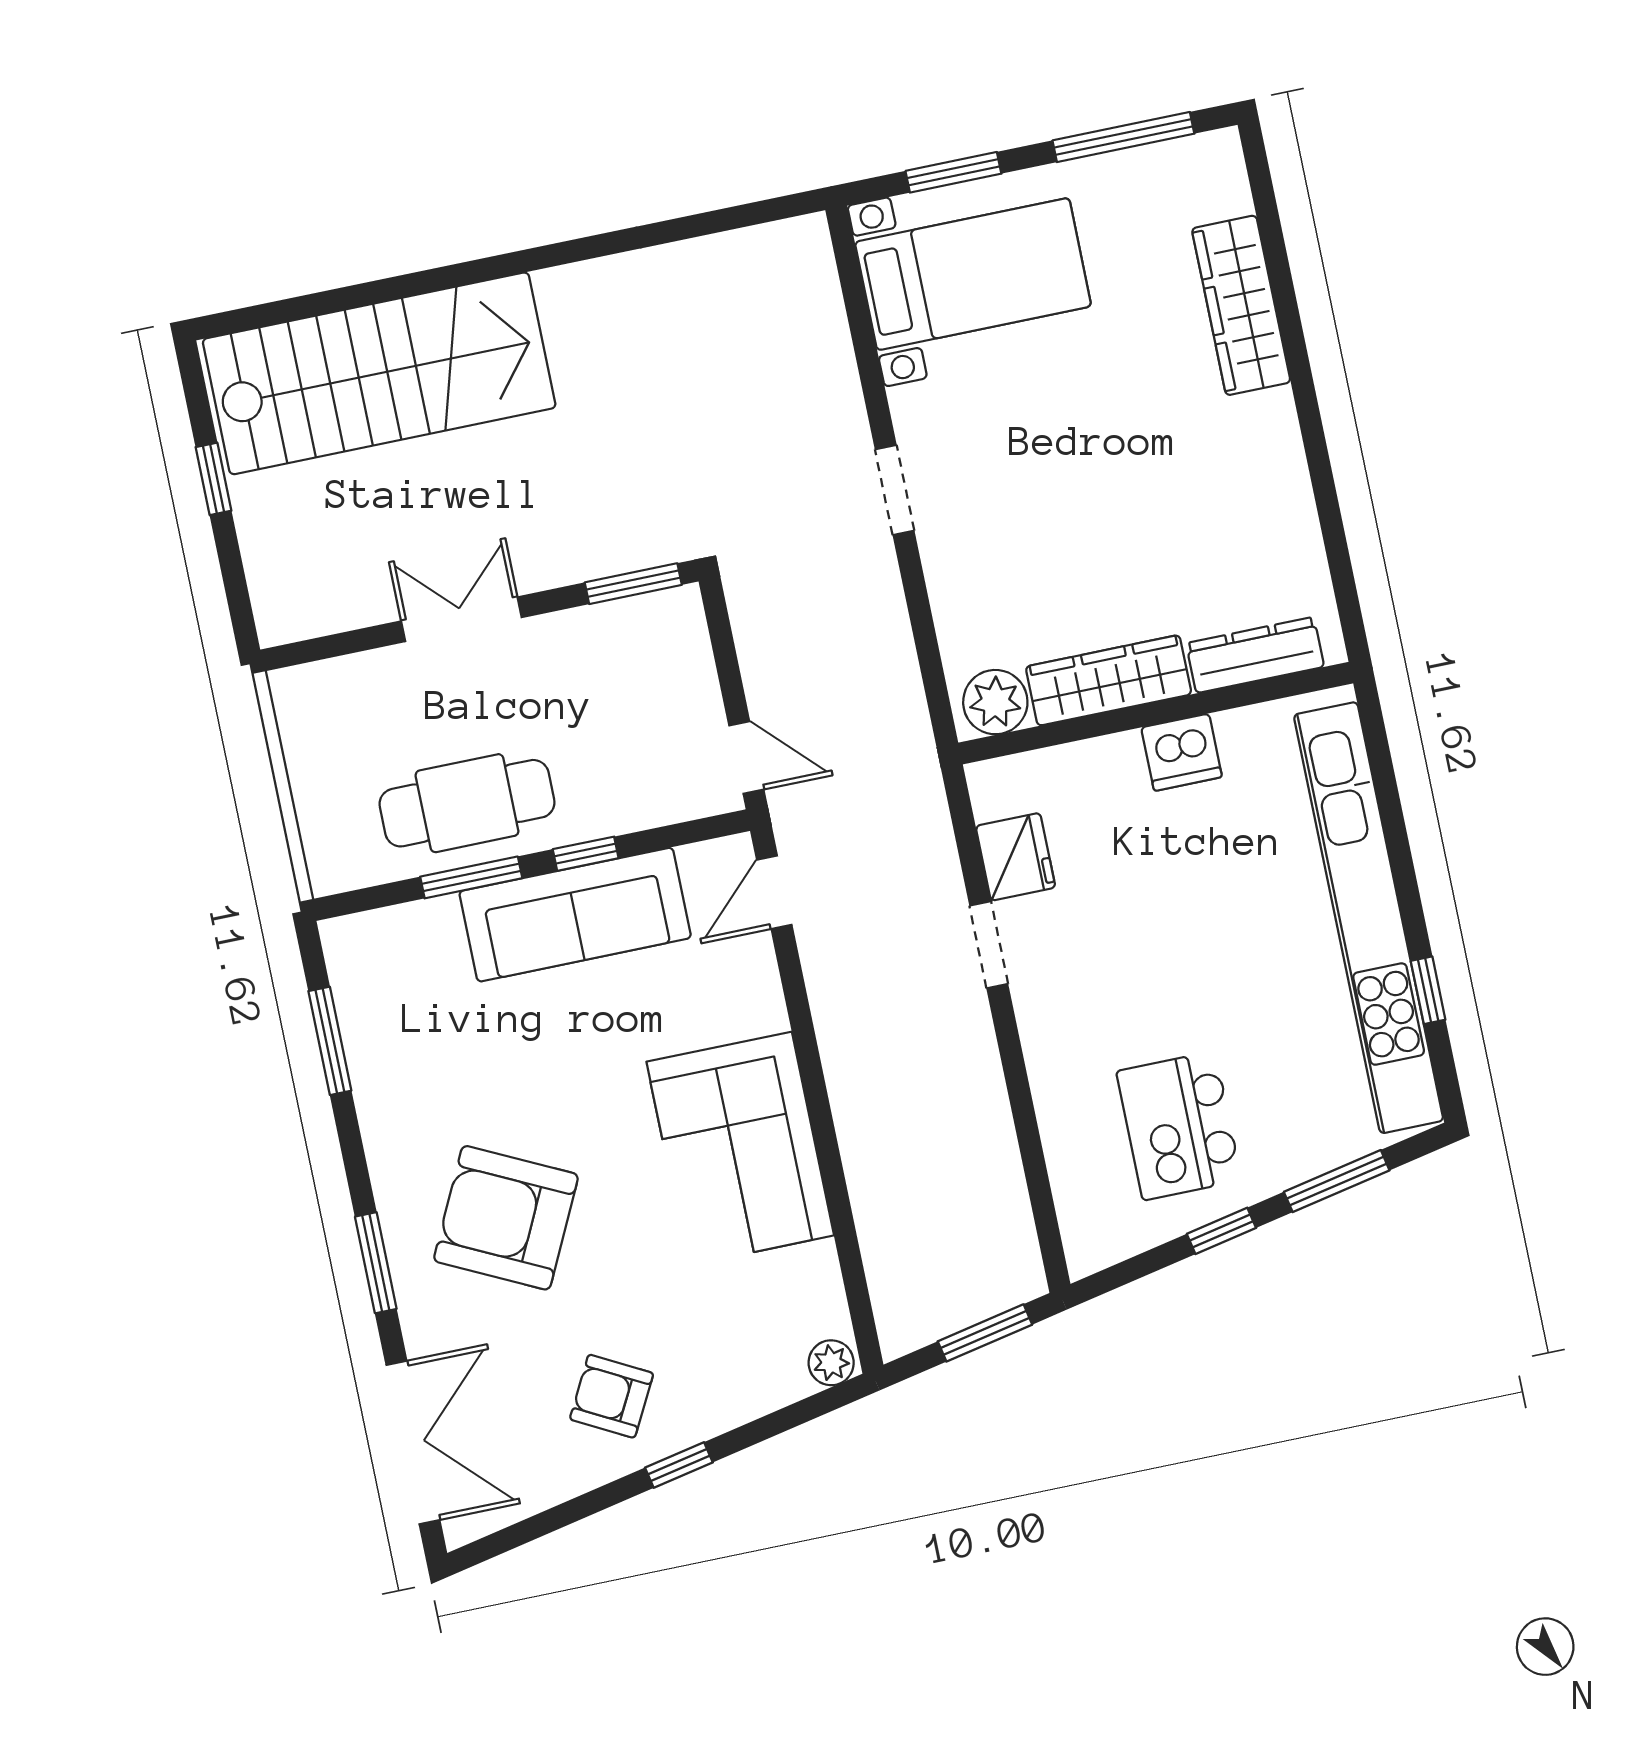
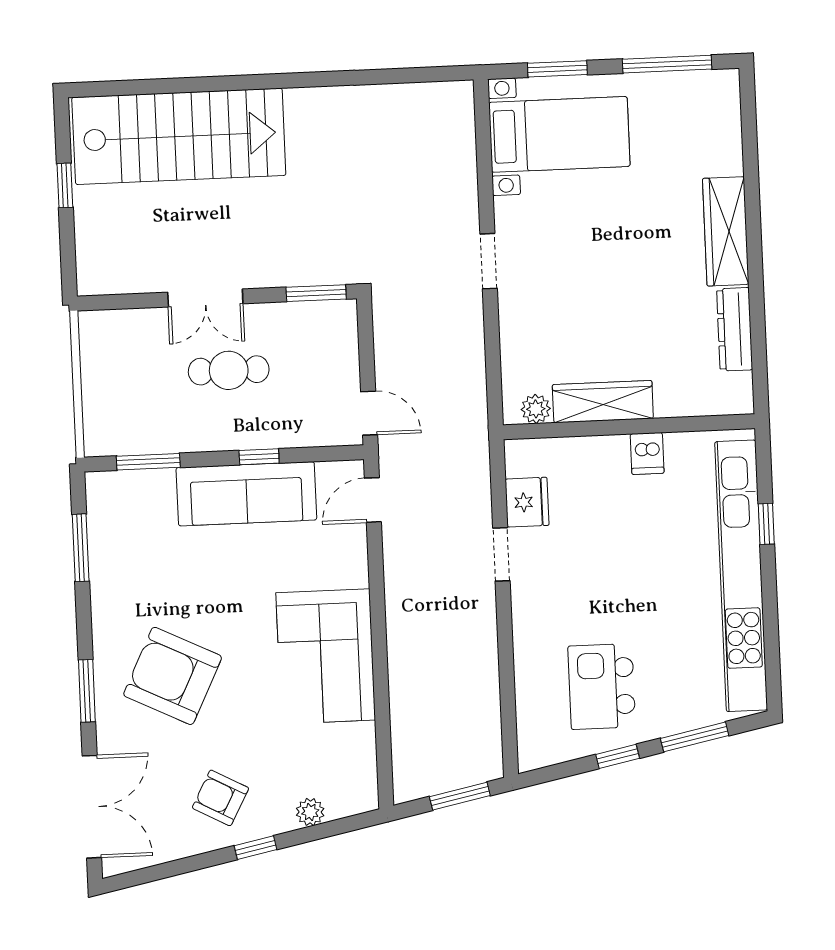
wardrobe: (1241, 305) -> (726, 231), moved
double door: (461, 619) -> (205, 298), swing flipped
dresser: (1255, 655) -> (735, 329), moved, turned -90
plant: (995, 702) -> (536, 409), width x0.73, depth x0.73
dishwasher: (1182, 752) -> (647, 453), width x0.73
cafe table: (467, 803) -> (229, 370), moved, width x0.73, depth x0.74
window: (471, 877) -> (148, 462), moved
window: (1428, 990) -> (766, 524), moved
plant: (831, 1363) -> (310, 812), moved

